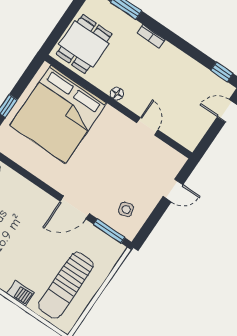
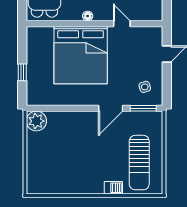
bed: (58, 114) -> (81, 55), moved

